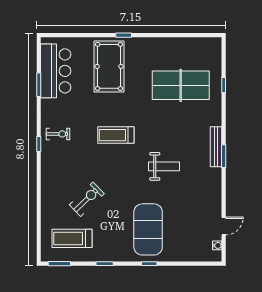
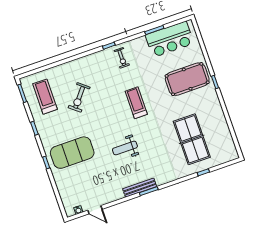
bench: (216, 147) -> (140, 188), moved
weight bench: (164, 166) -> (125, 148), turned 90
exercise bike: (87, 199) -> (79, 97), turned 83

